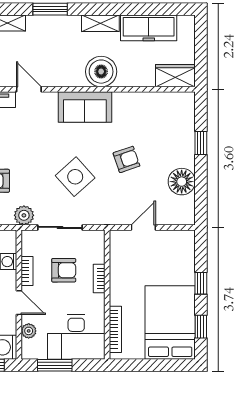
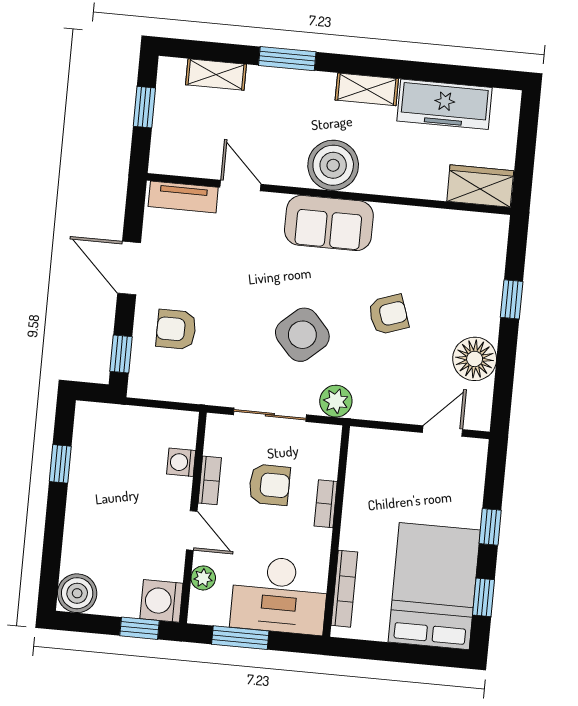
boiler: (101, 72) -> (333, 165), moved
plant: (24, 215) -> (336, 401), moved
door: (143, 227) -> (443, 431), moved

